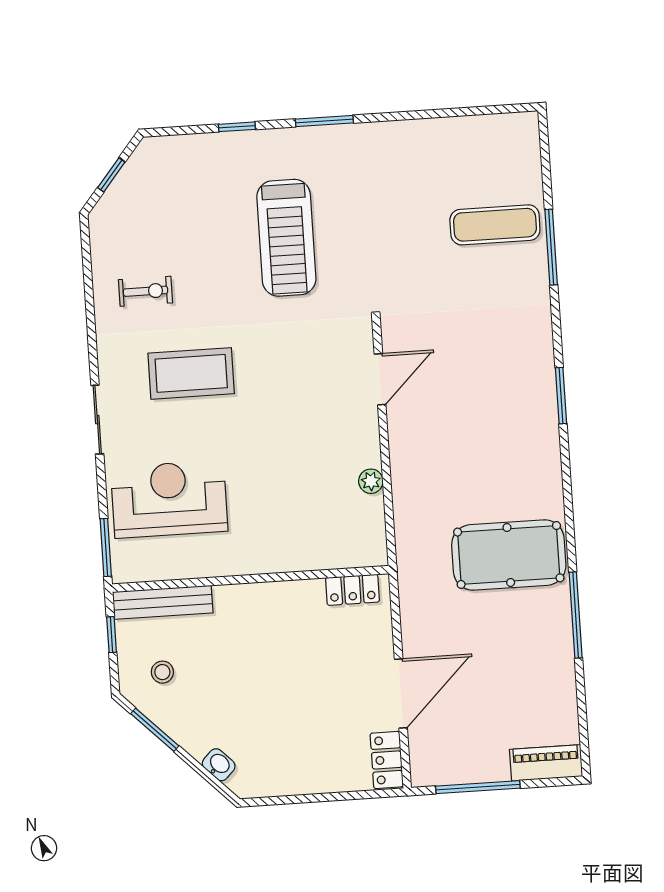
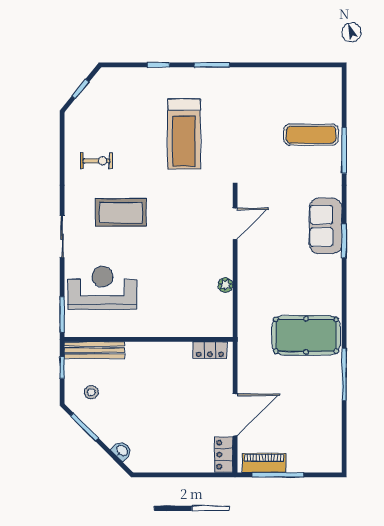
sofa: (529, 373) -> (326, 226), added
piano: (546, 763) -> (264, 463), moved

